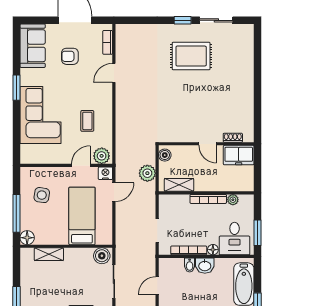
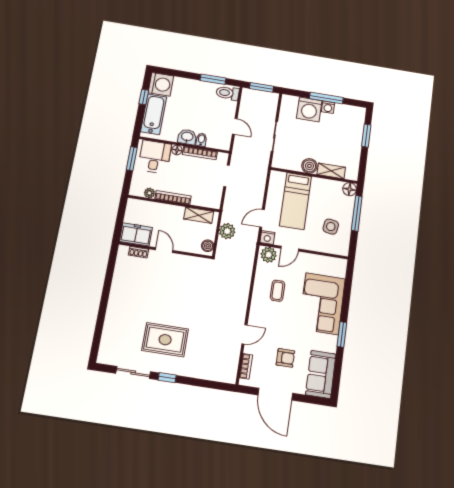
boiler: (102, 256) -> (309, 166), moved
door: (157, 285) -> (235, 126), hinge flipped

